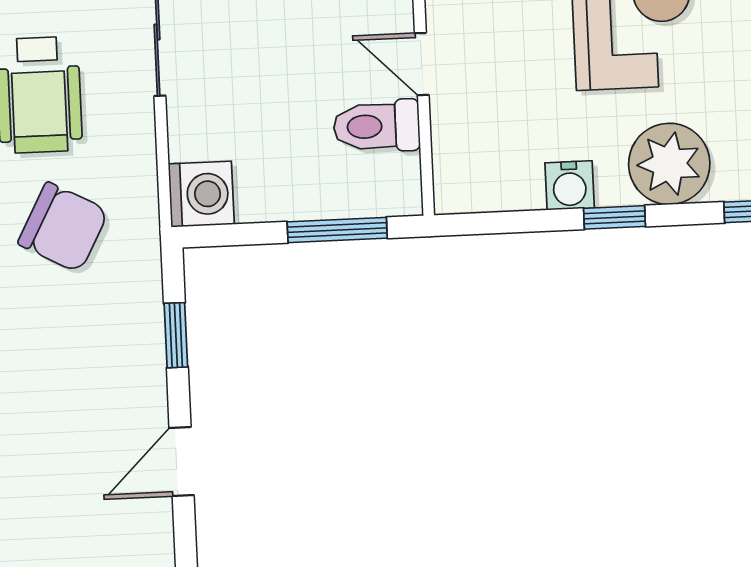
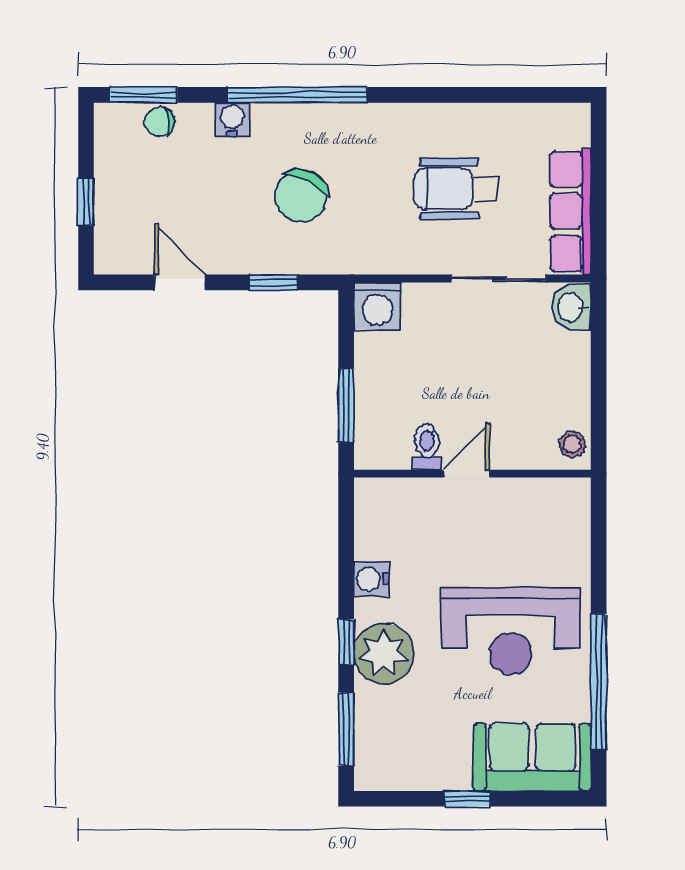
toilet: (377, 126) -> (427, 447), width x0.73, depth x0.72
window: (614, 217) -> (346, 642), moved
chair: (63, 227) -> (301, 196), moved

